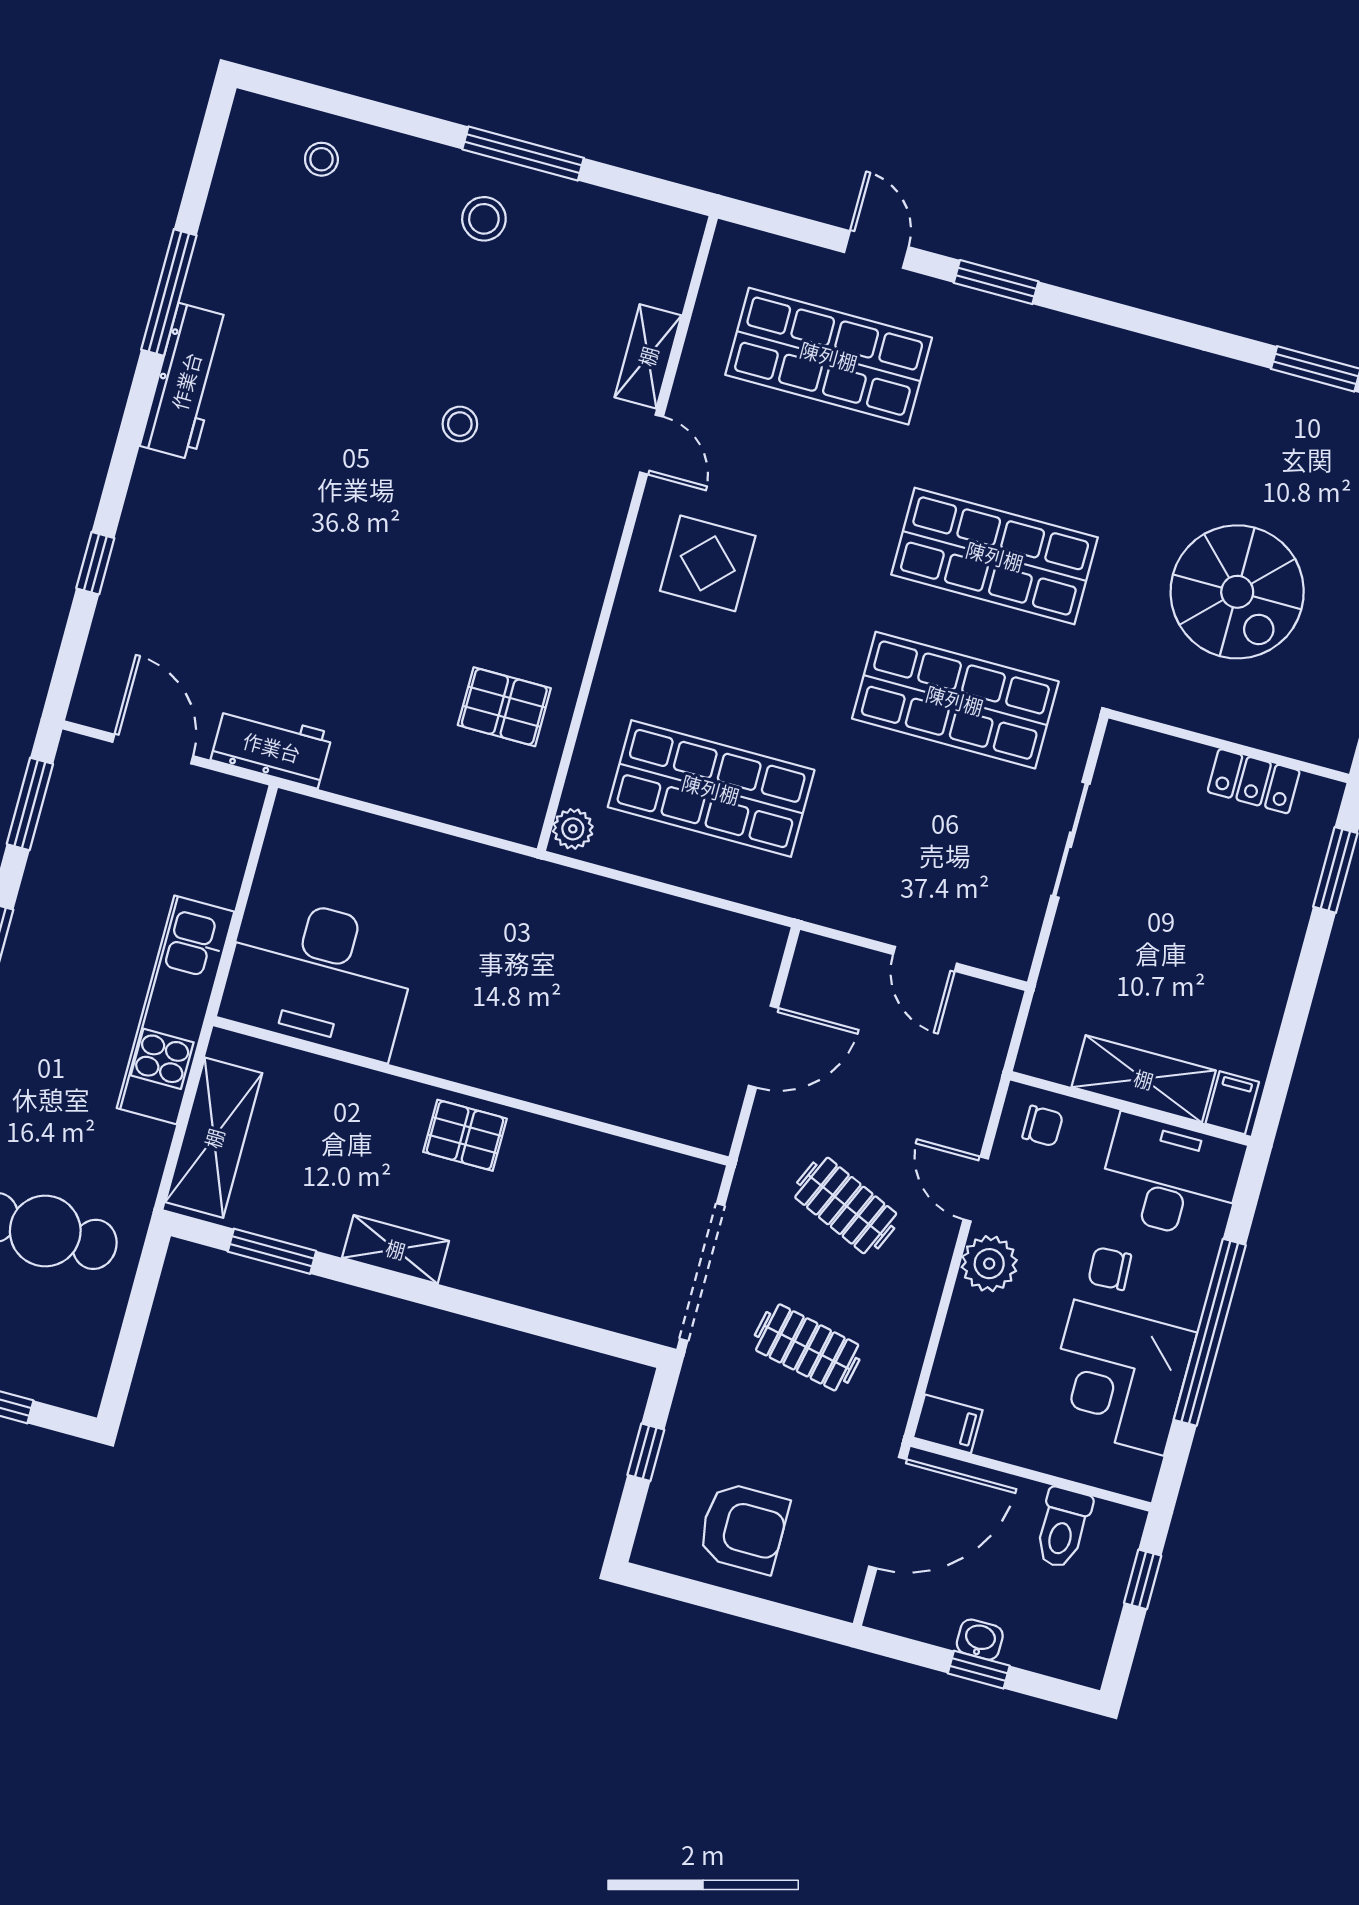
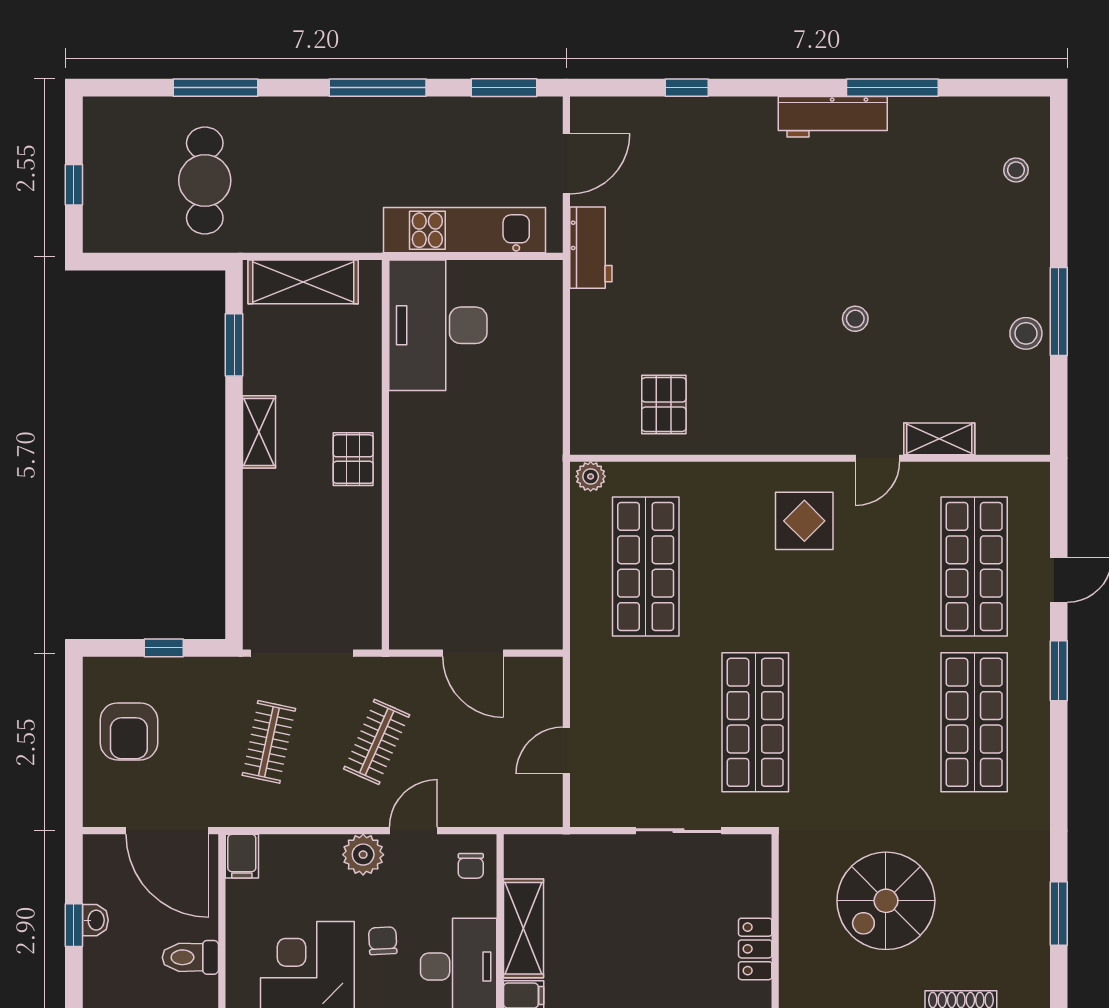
stool: (484, 219) -> (1026, 333), moved
shop shelf: (995, 556) -> (974, 722), moved
kitchen unit: (175, 1010) -> (464, 230), moved

